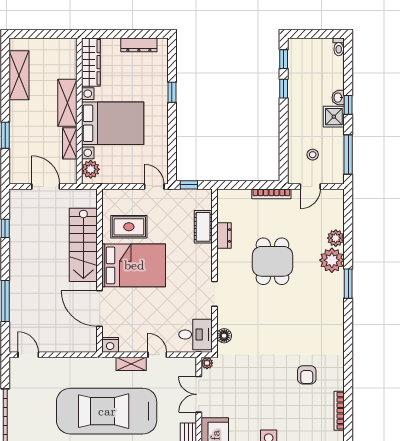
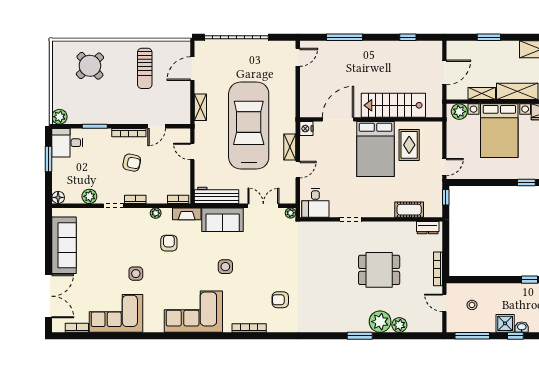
dresser: (224, 236) -> (428, 228), moved
floor lamp: (224, 336) -> (314, 228), removed

